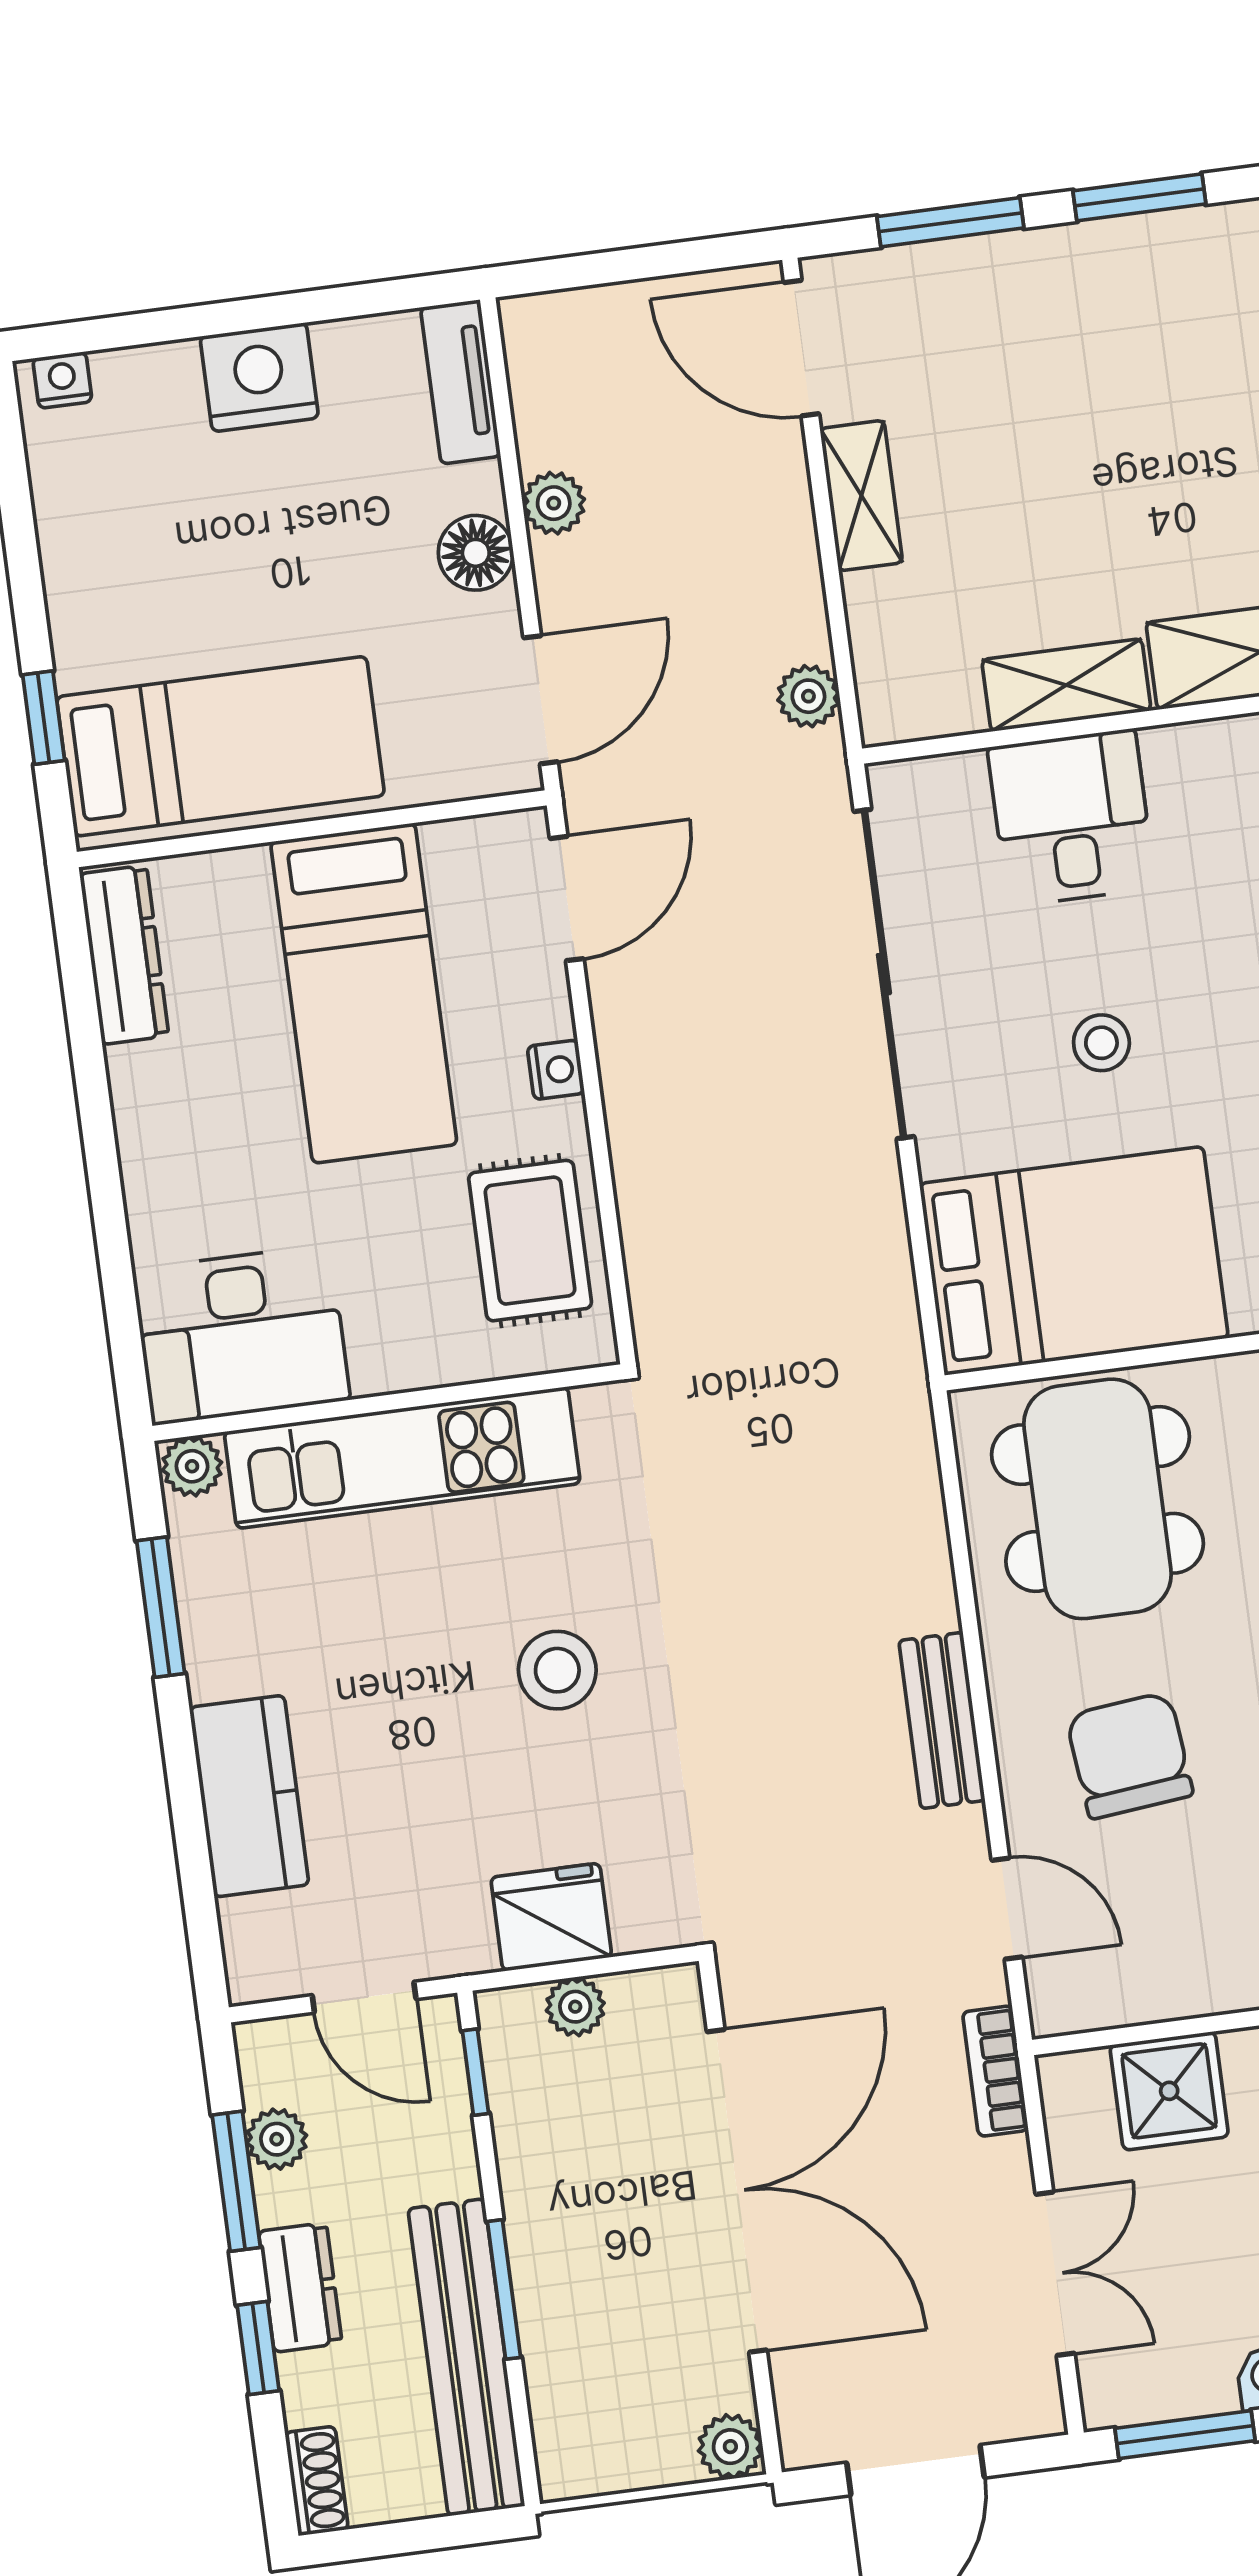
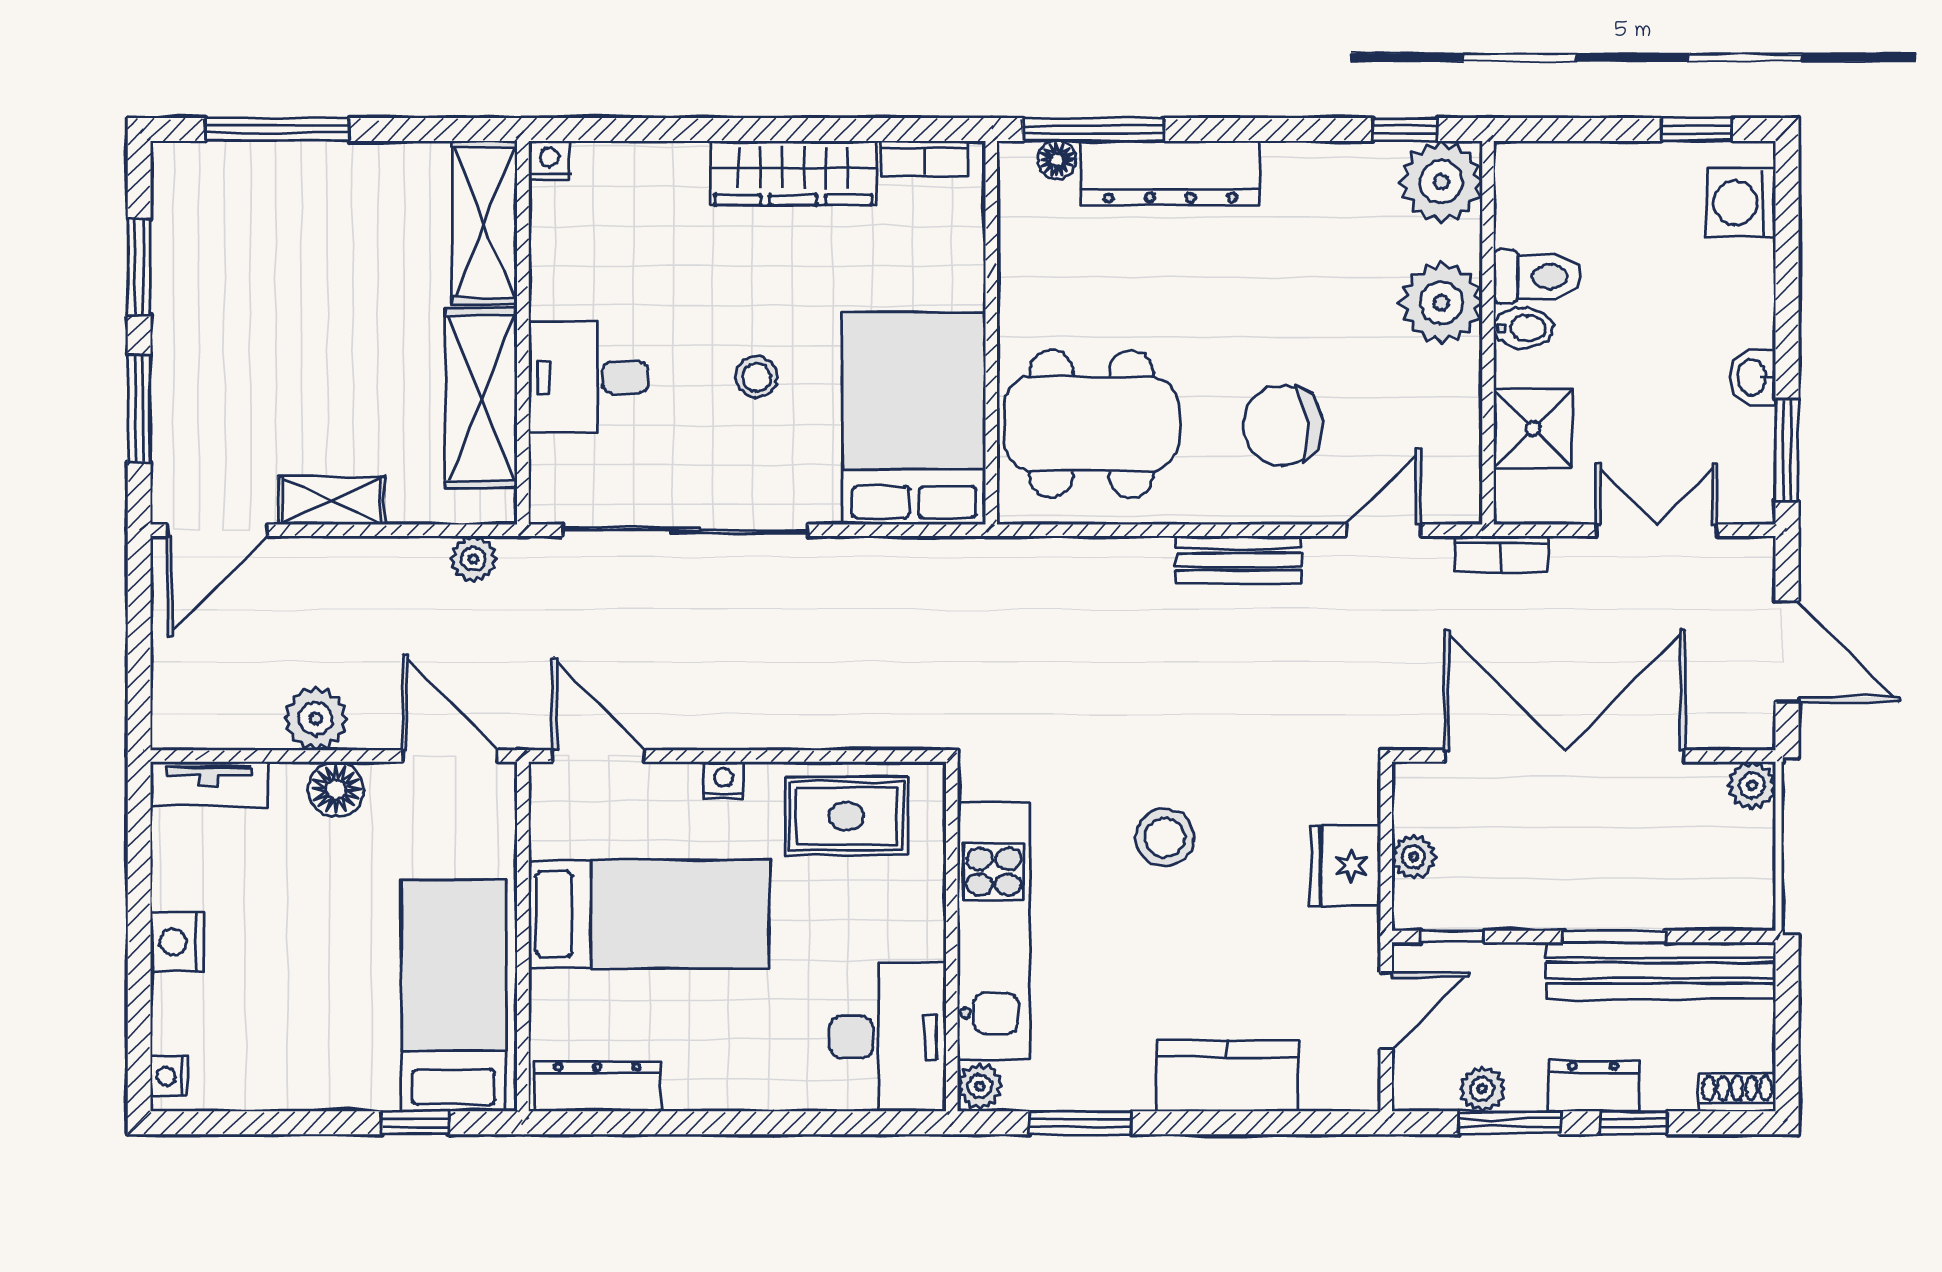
nightstand: (259, 377) -> (177, 942), width x0.74, depth x0.75
plant: (554, 503) -> (316, 719), width x1.38, depth x1.38
shelving: (1066, 685) -> (481, 398), width x1.50, depth x1.33

